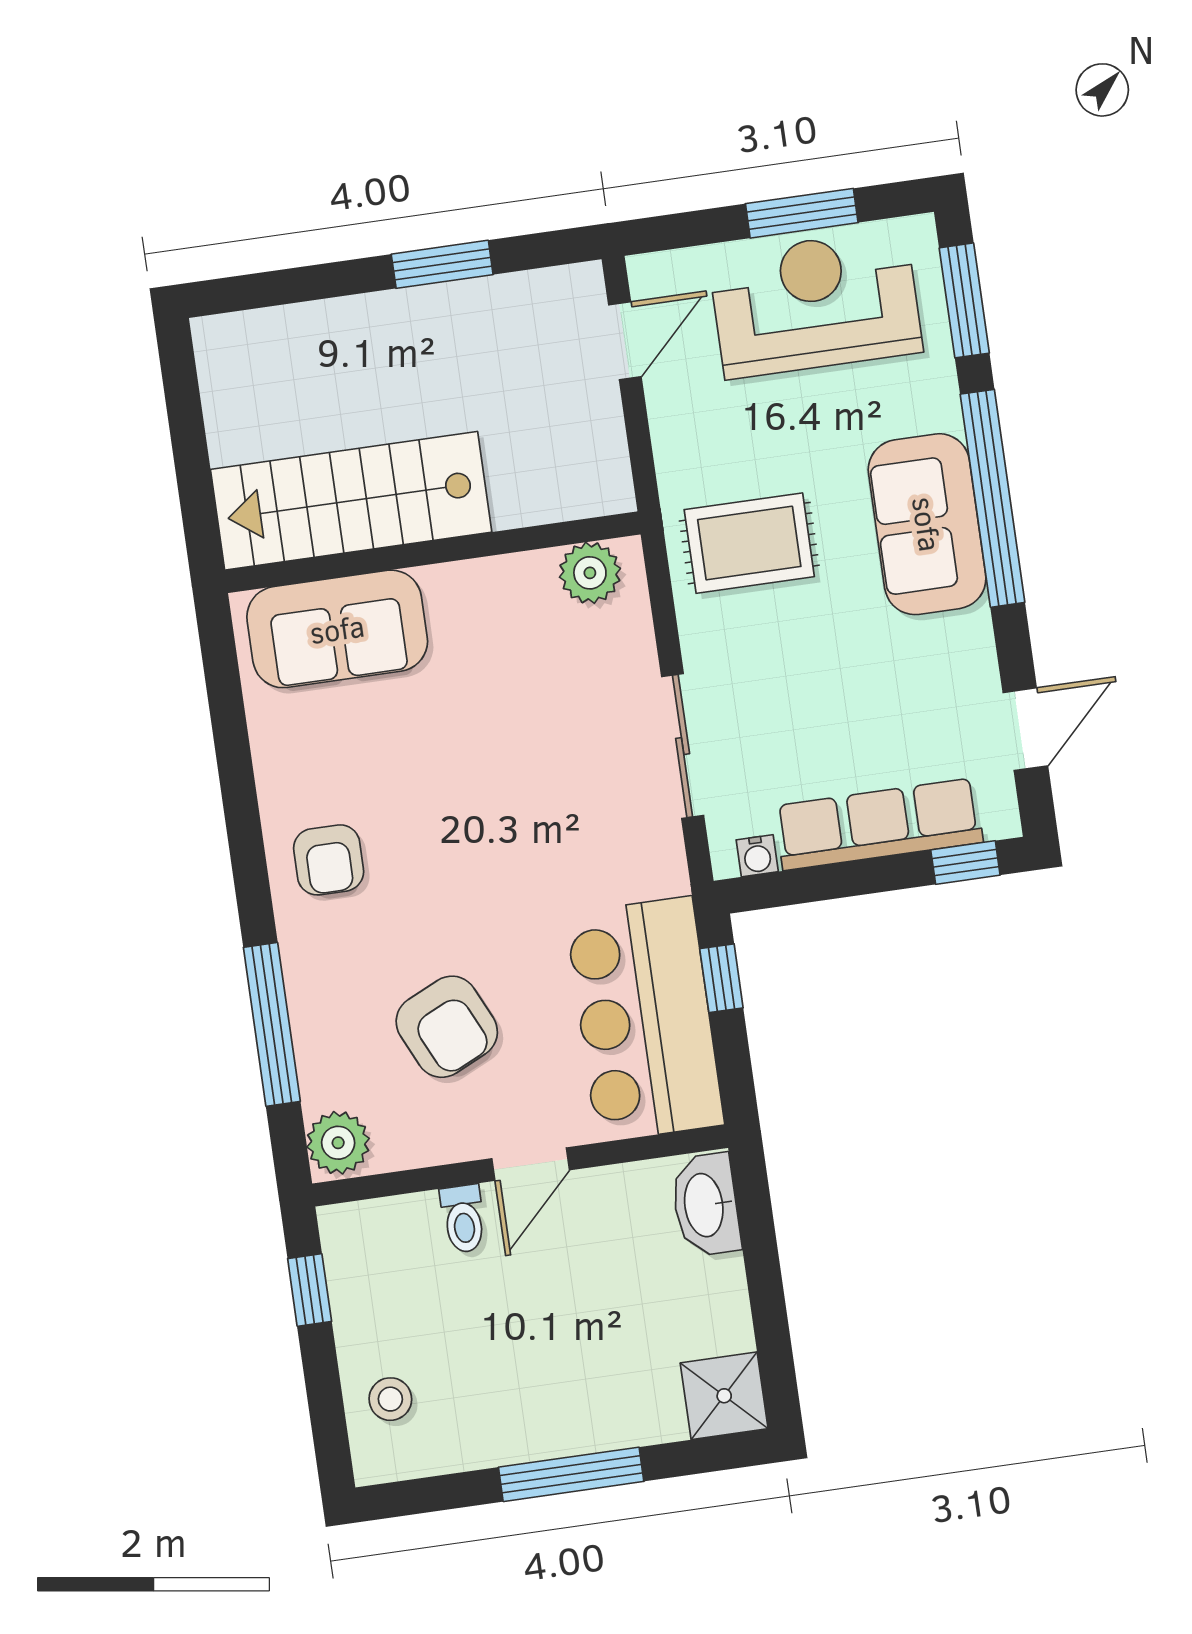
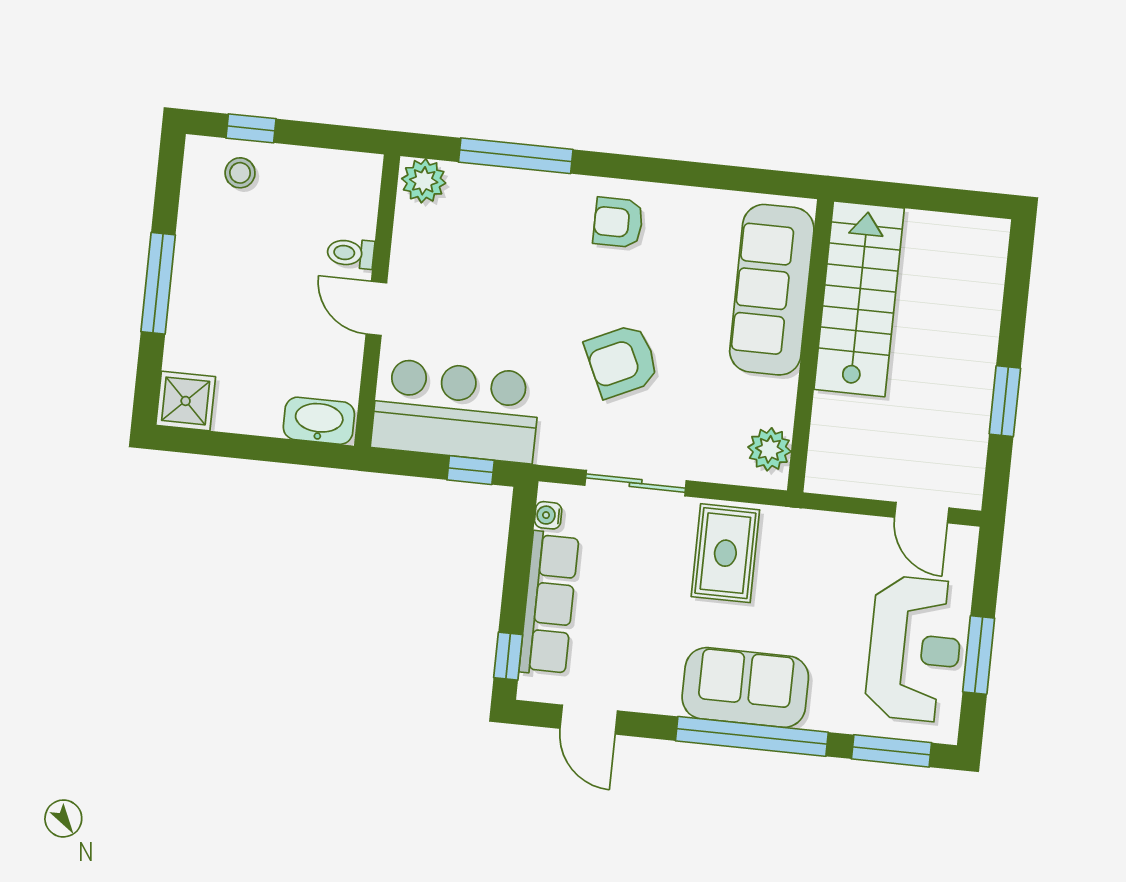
rug: (749, 543) -> (725, 553), moved
sofa: (337, 629) -> (772, 290), width x1.36
armchair: (447, 1027) -> (622, 361), moved
window: (310, 1290) -> (251, 128), moved

